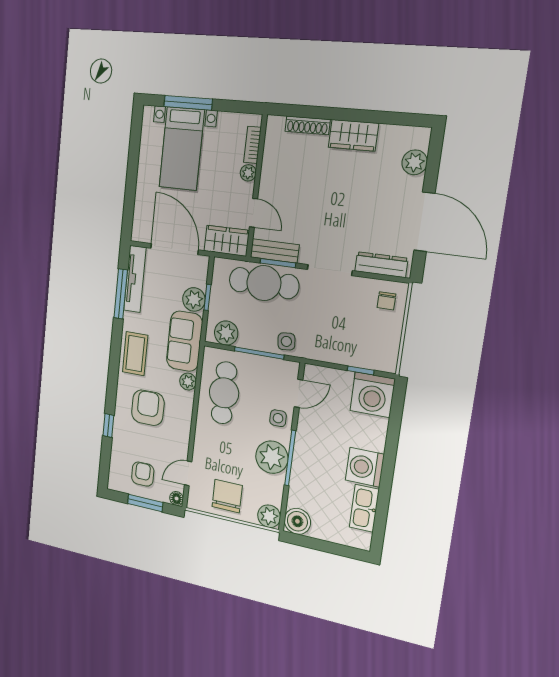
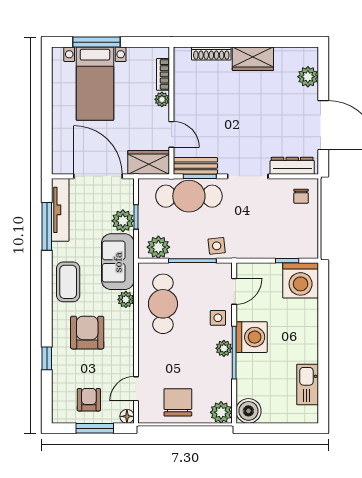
plant: (272, 457) -> (224, 348), width x0.53, depth x0.53
washing machine: (365, 467) -> (252, 337), moved, turned 180

